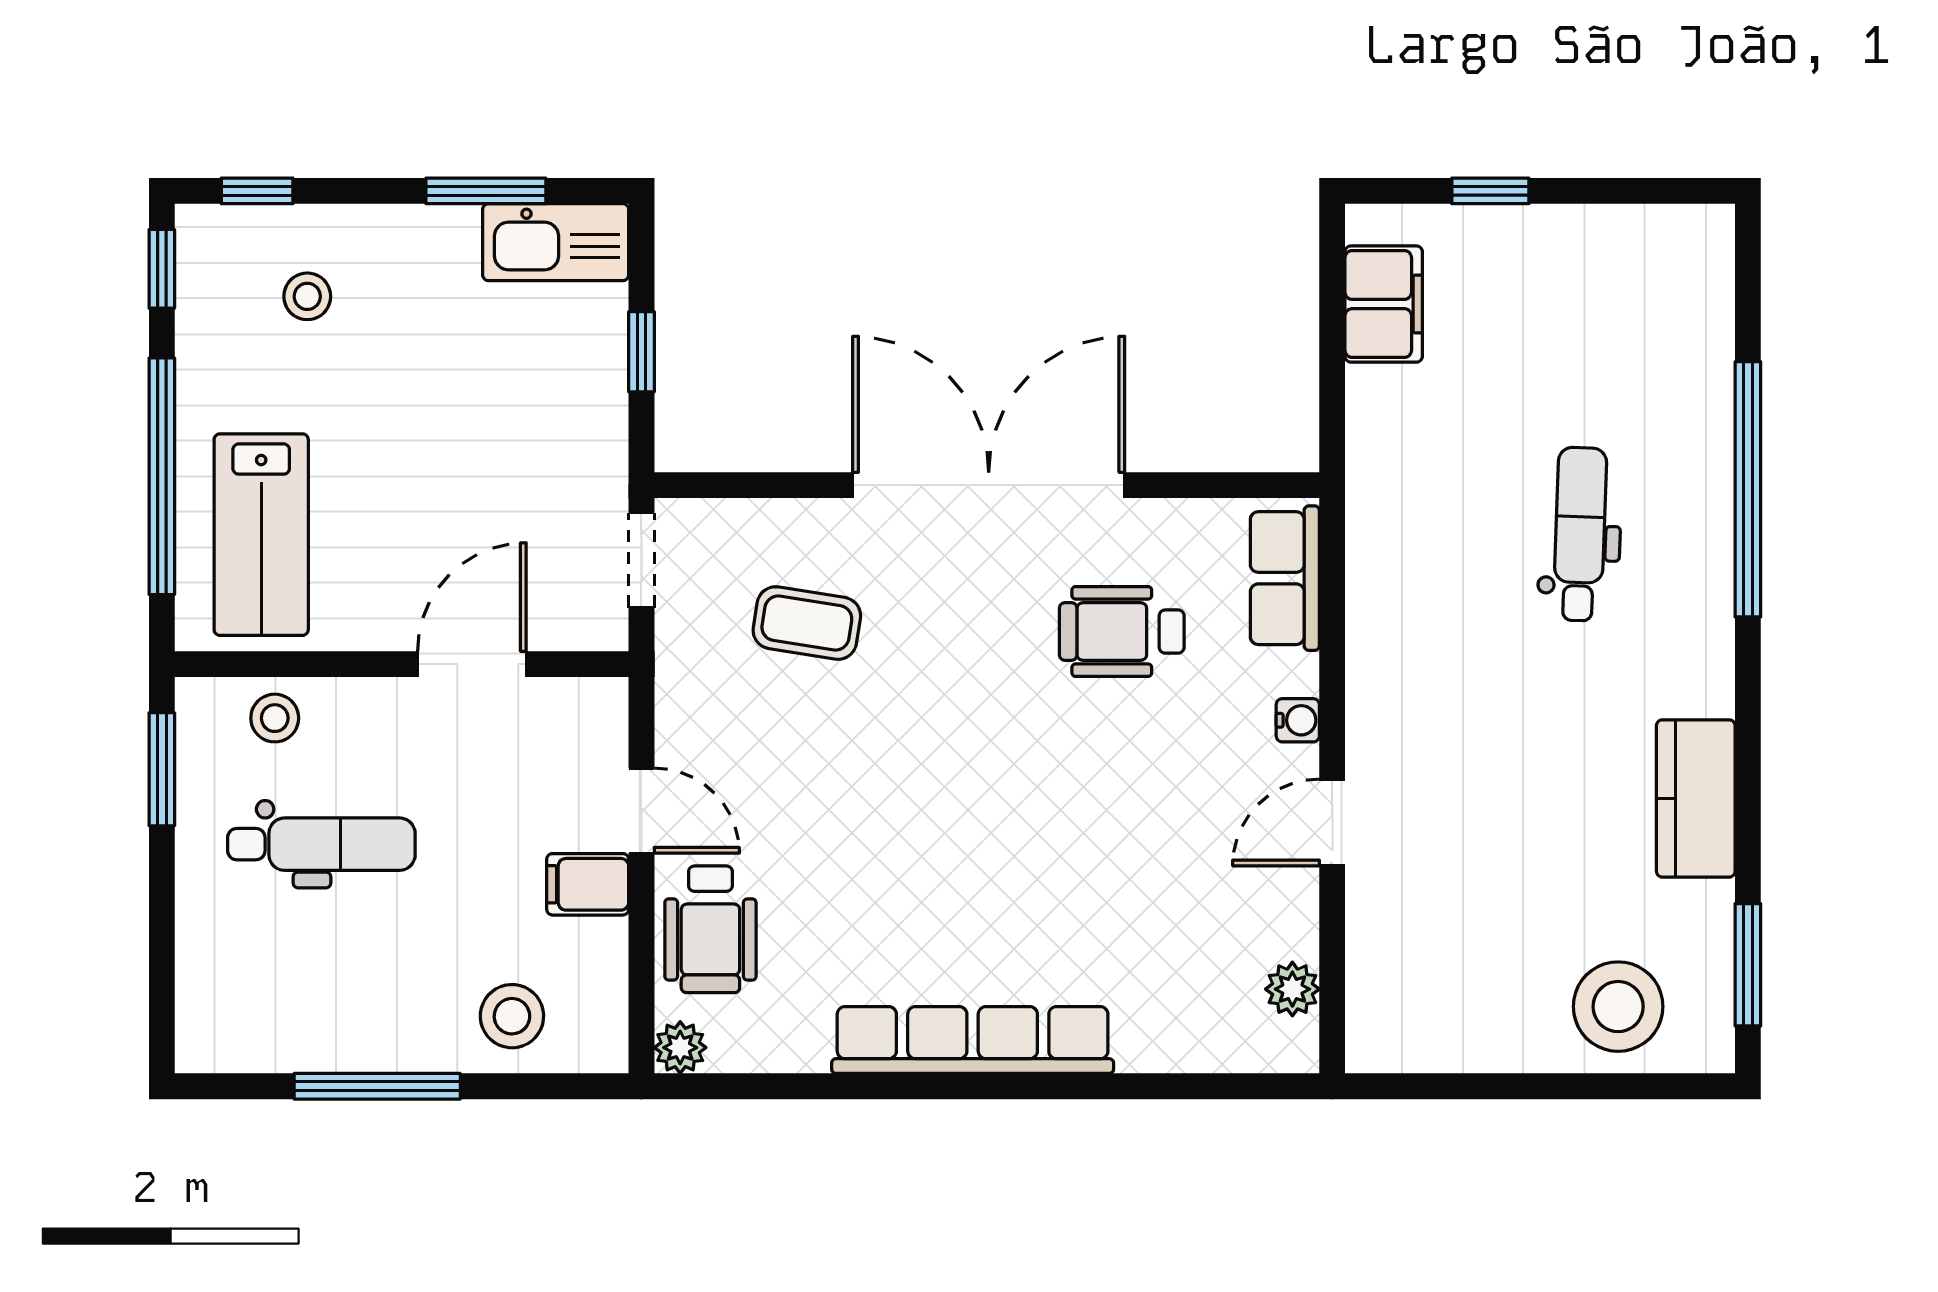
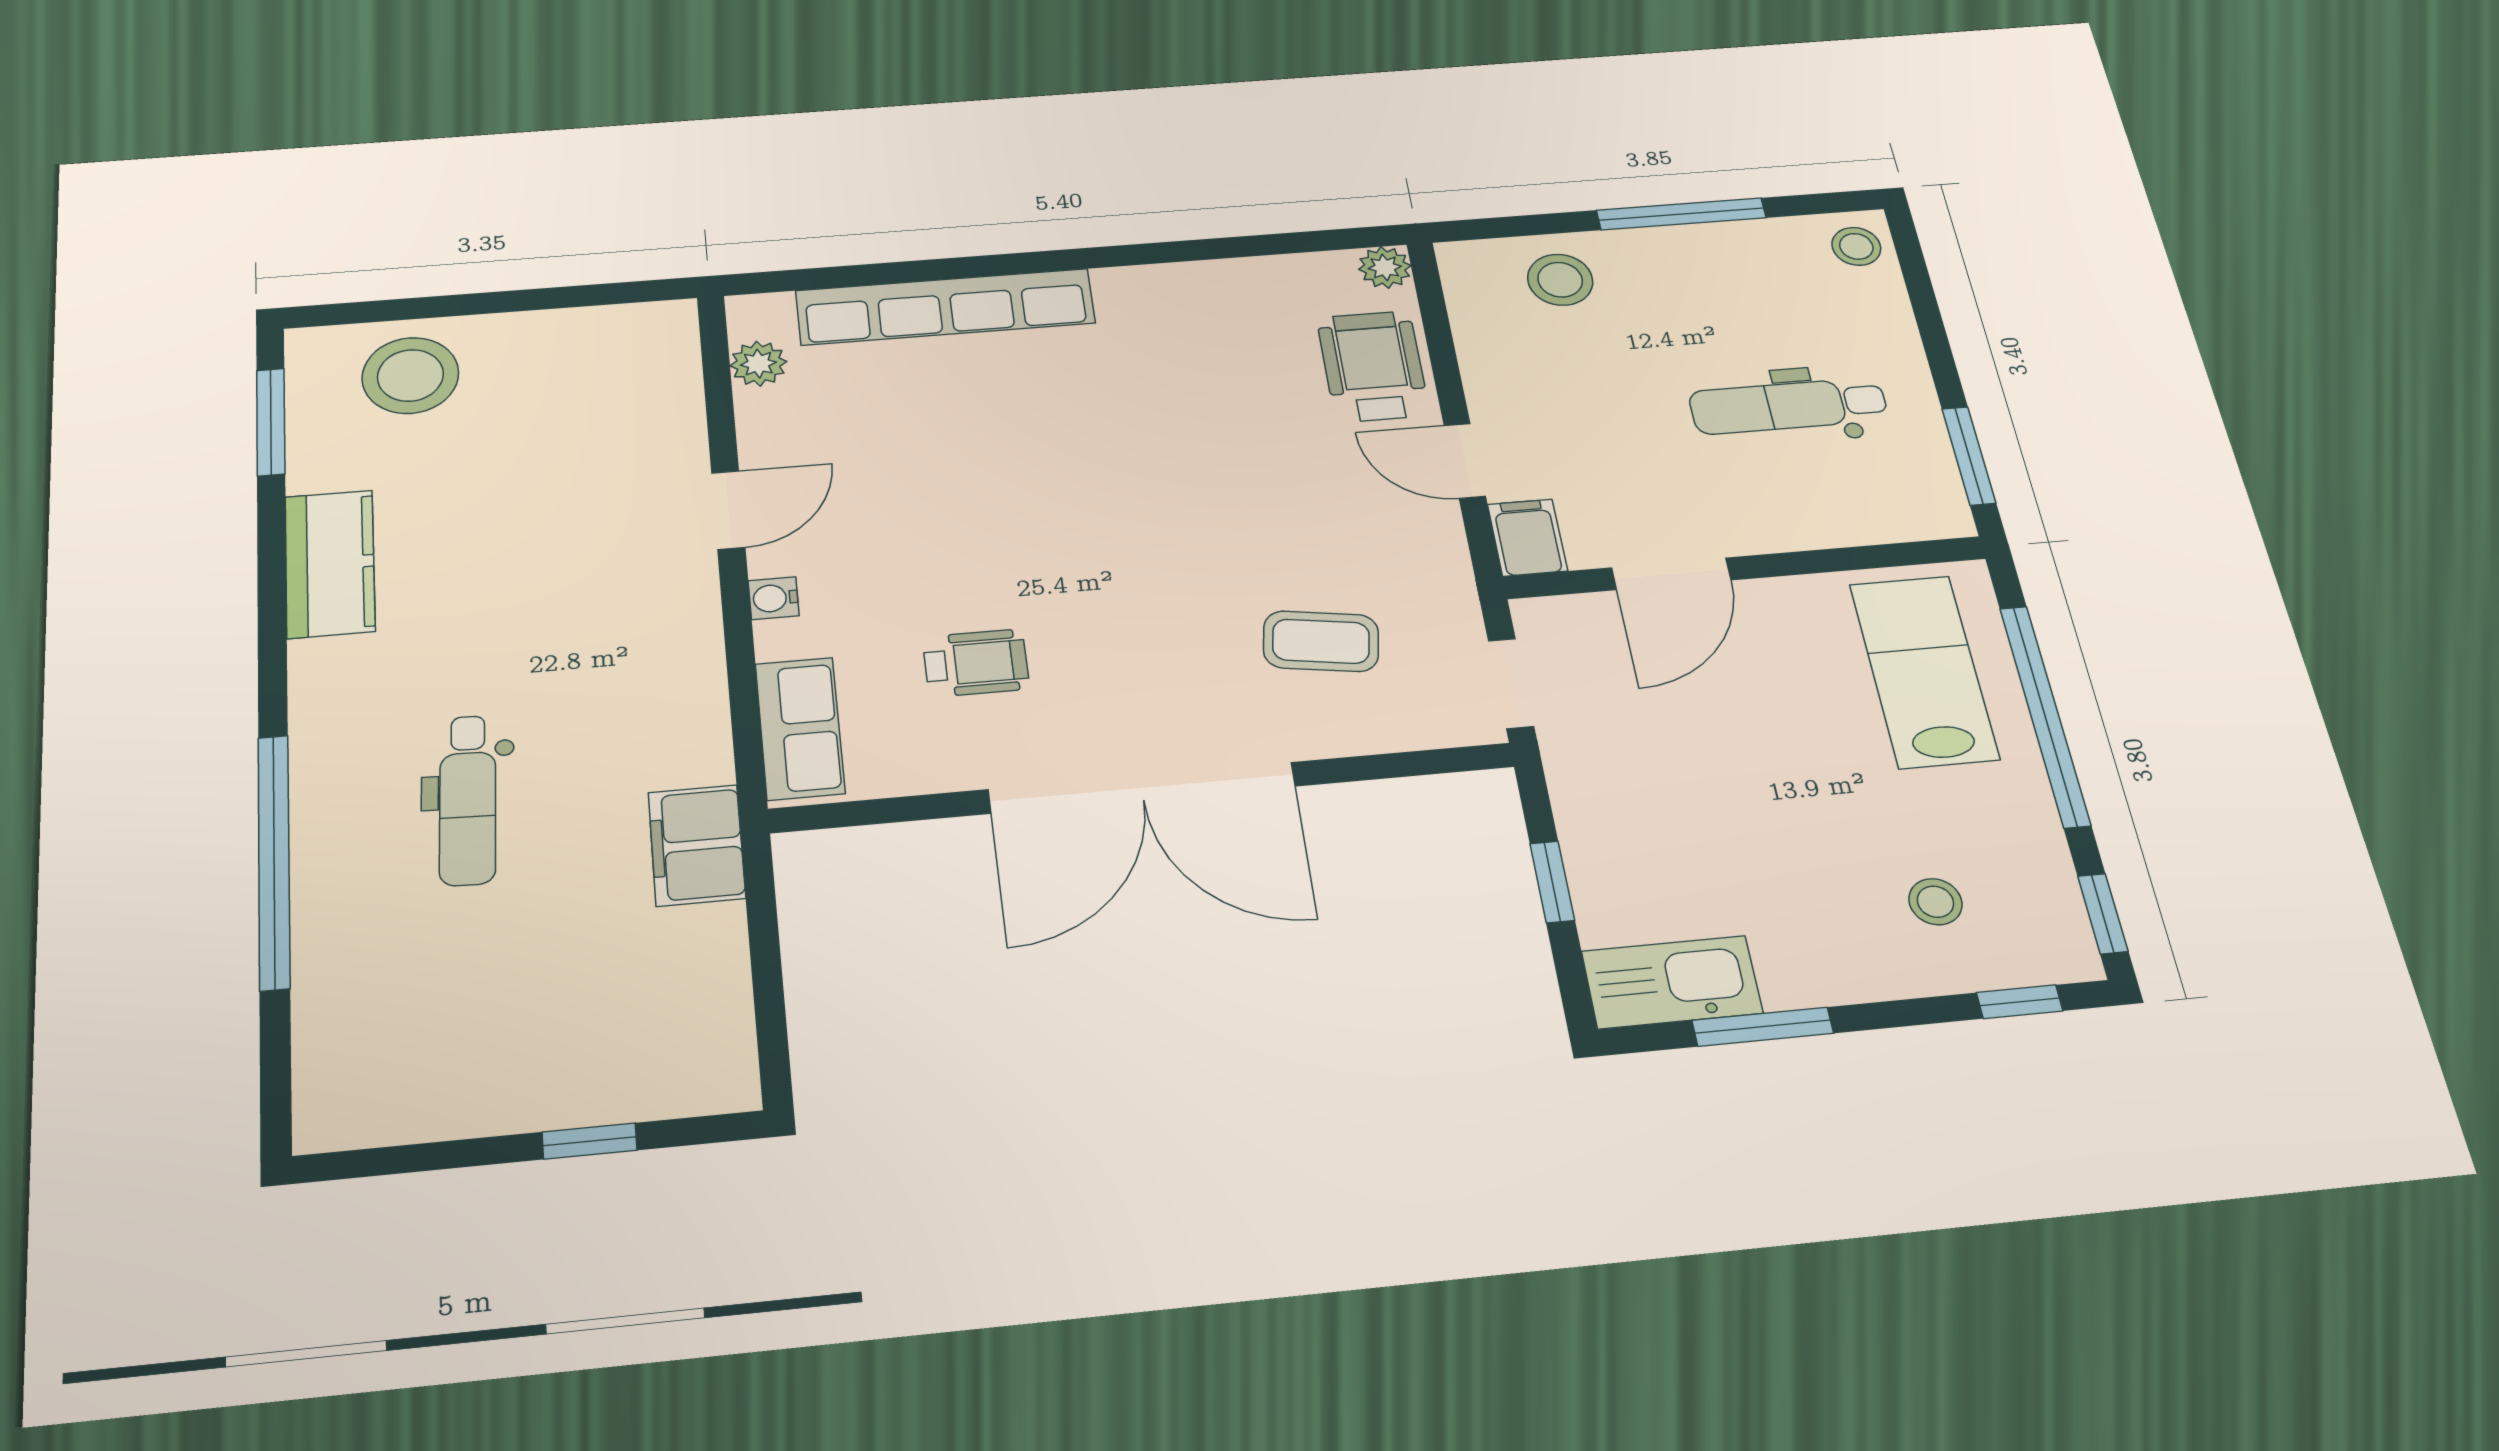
filing cabinet: (1384, 304) -> (697, 845), moved
wheelchair: (1122, 632) -> (976, 663), width x0.73, depth x0.73
stool: (275, 718) -> (1856, 246), moved
filing cabinet: (588, 884) -> (1527, 538), moved, turned -90
row of seats: (973, 1040) -> (945, 307), moved

